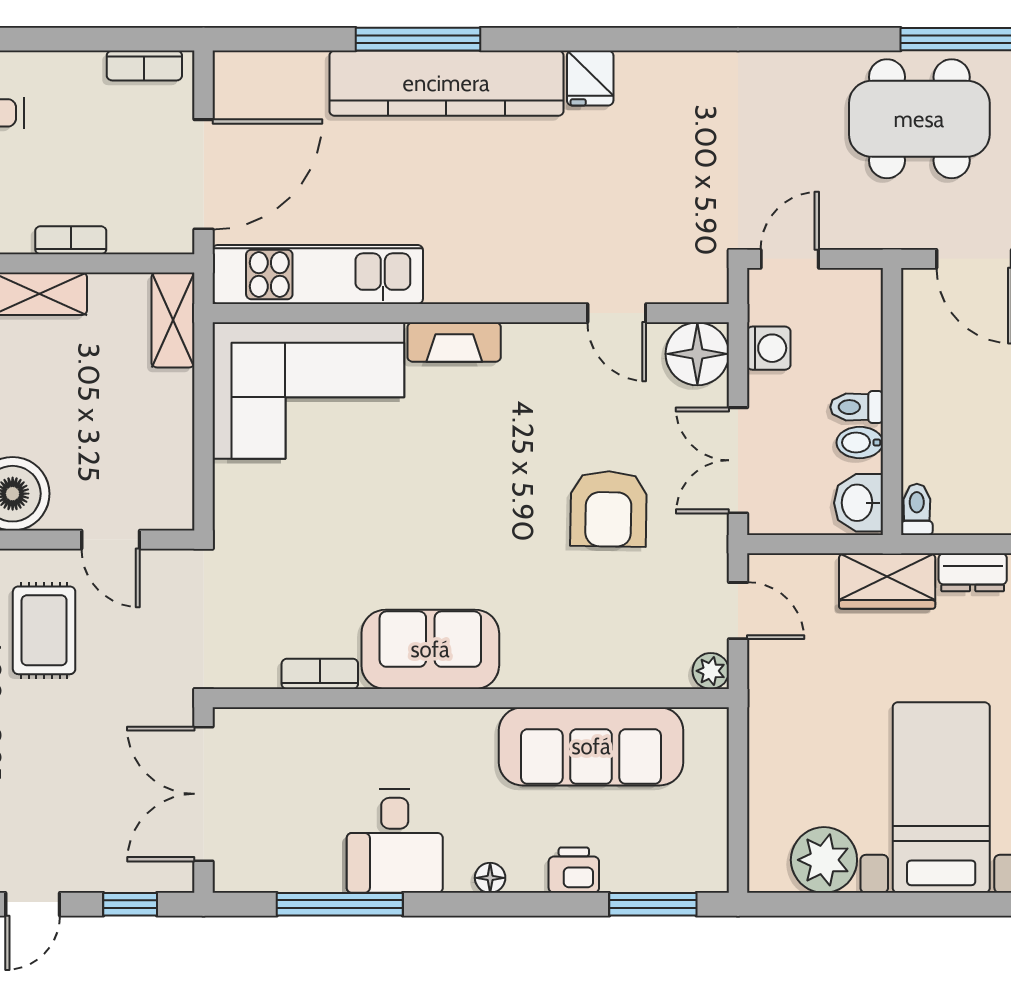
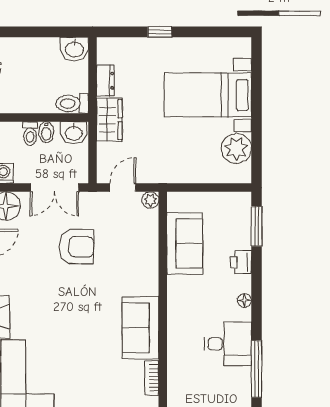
toilet: (917, 509) -> (72, 103), width x1.37, depth x1.39
sofa: (591, 746) -> (185, 243), width x0.73

